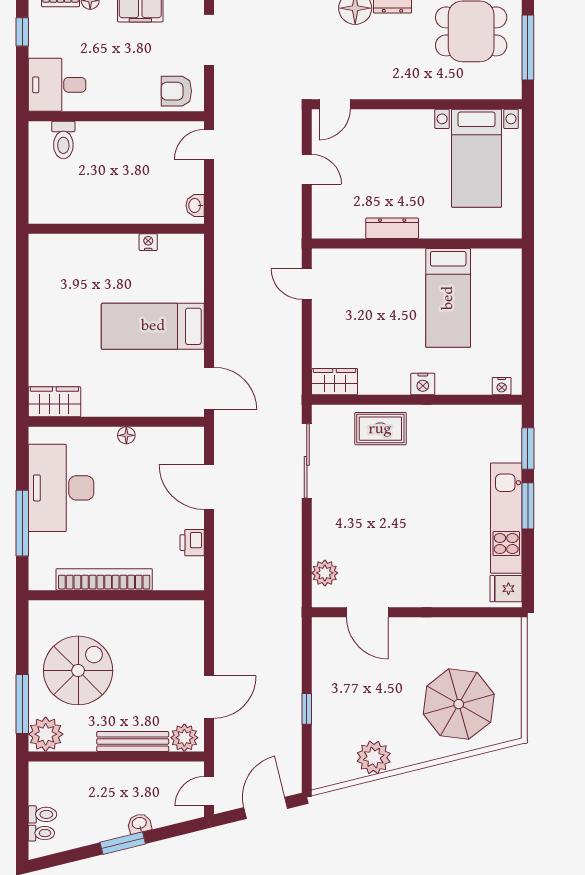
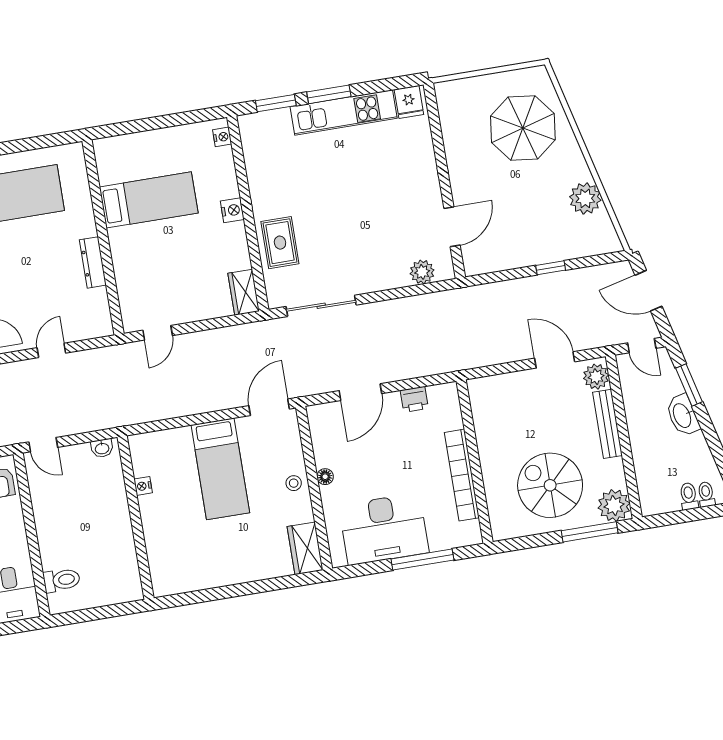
stool: (125, 401) -> (294, 483), added
washbasin: (139, 824) -> (683, 415), width x1.91, depth x1.45
window: (123, 843) -> (689, 385), moved

